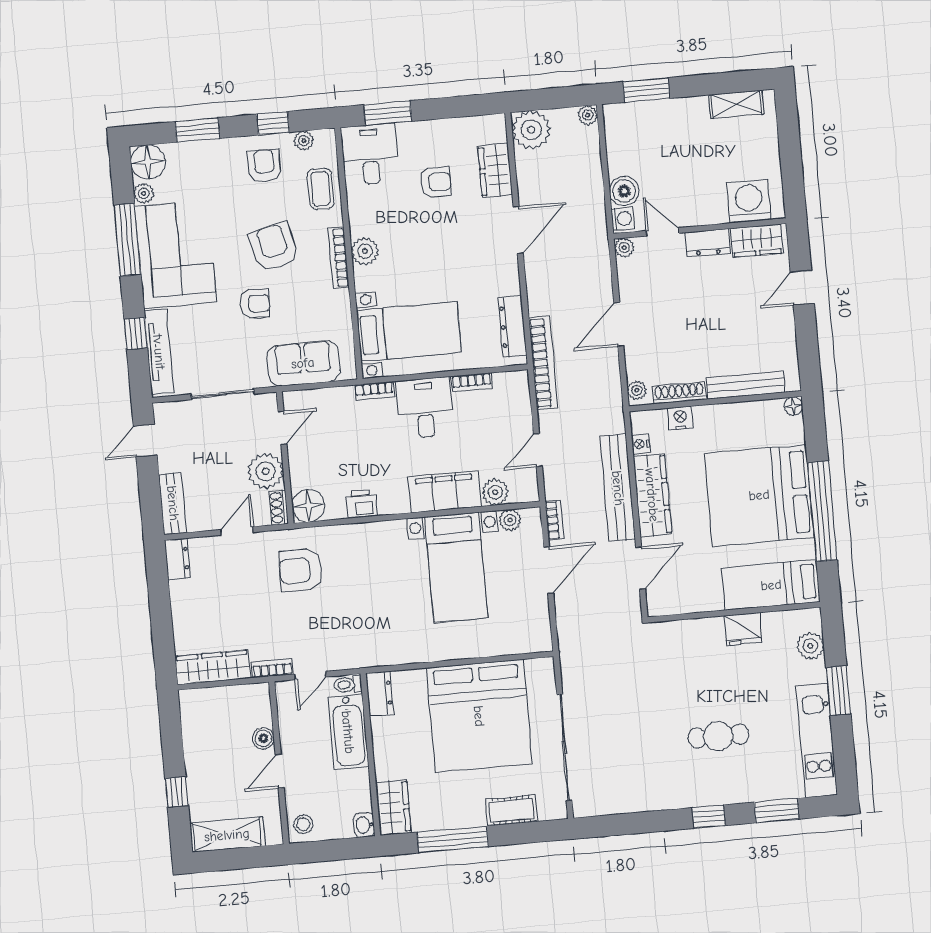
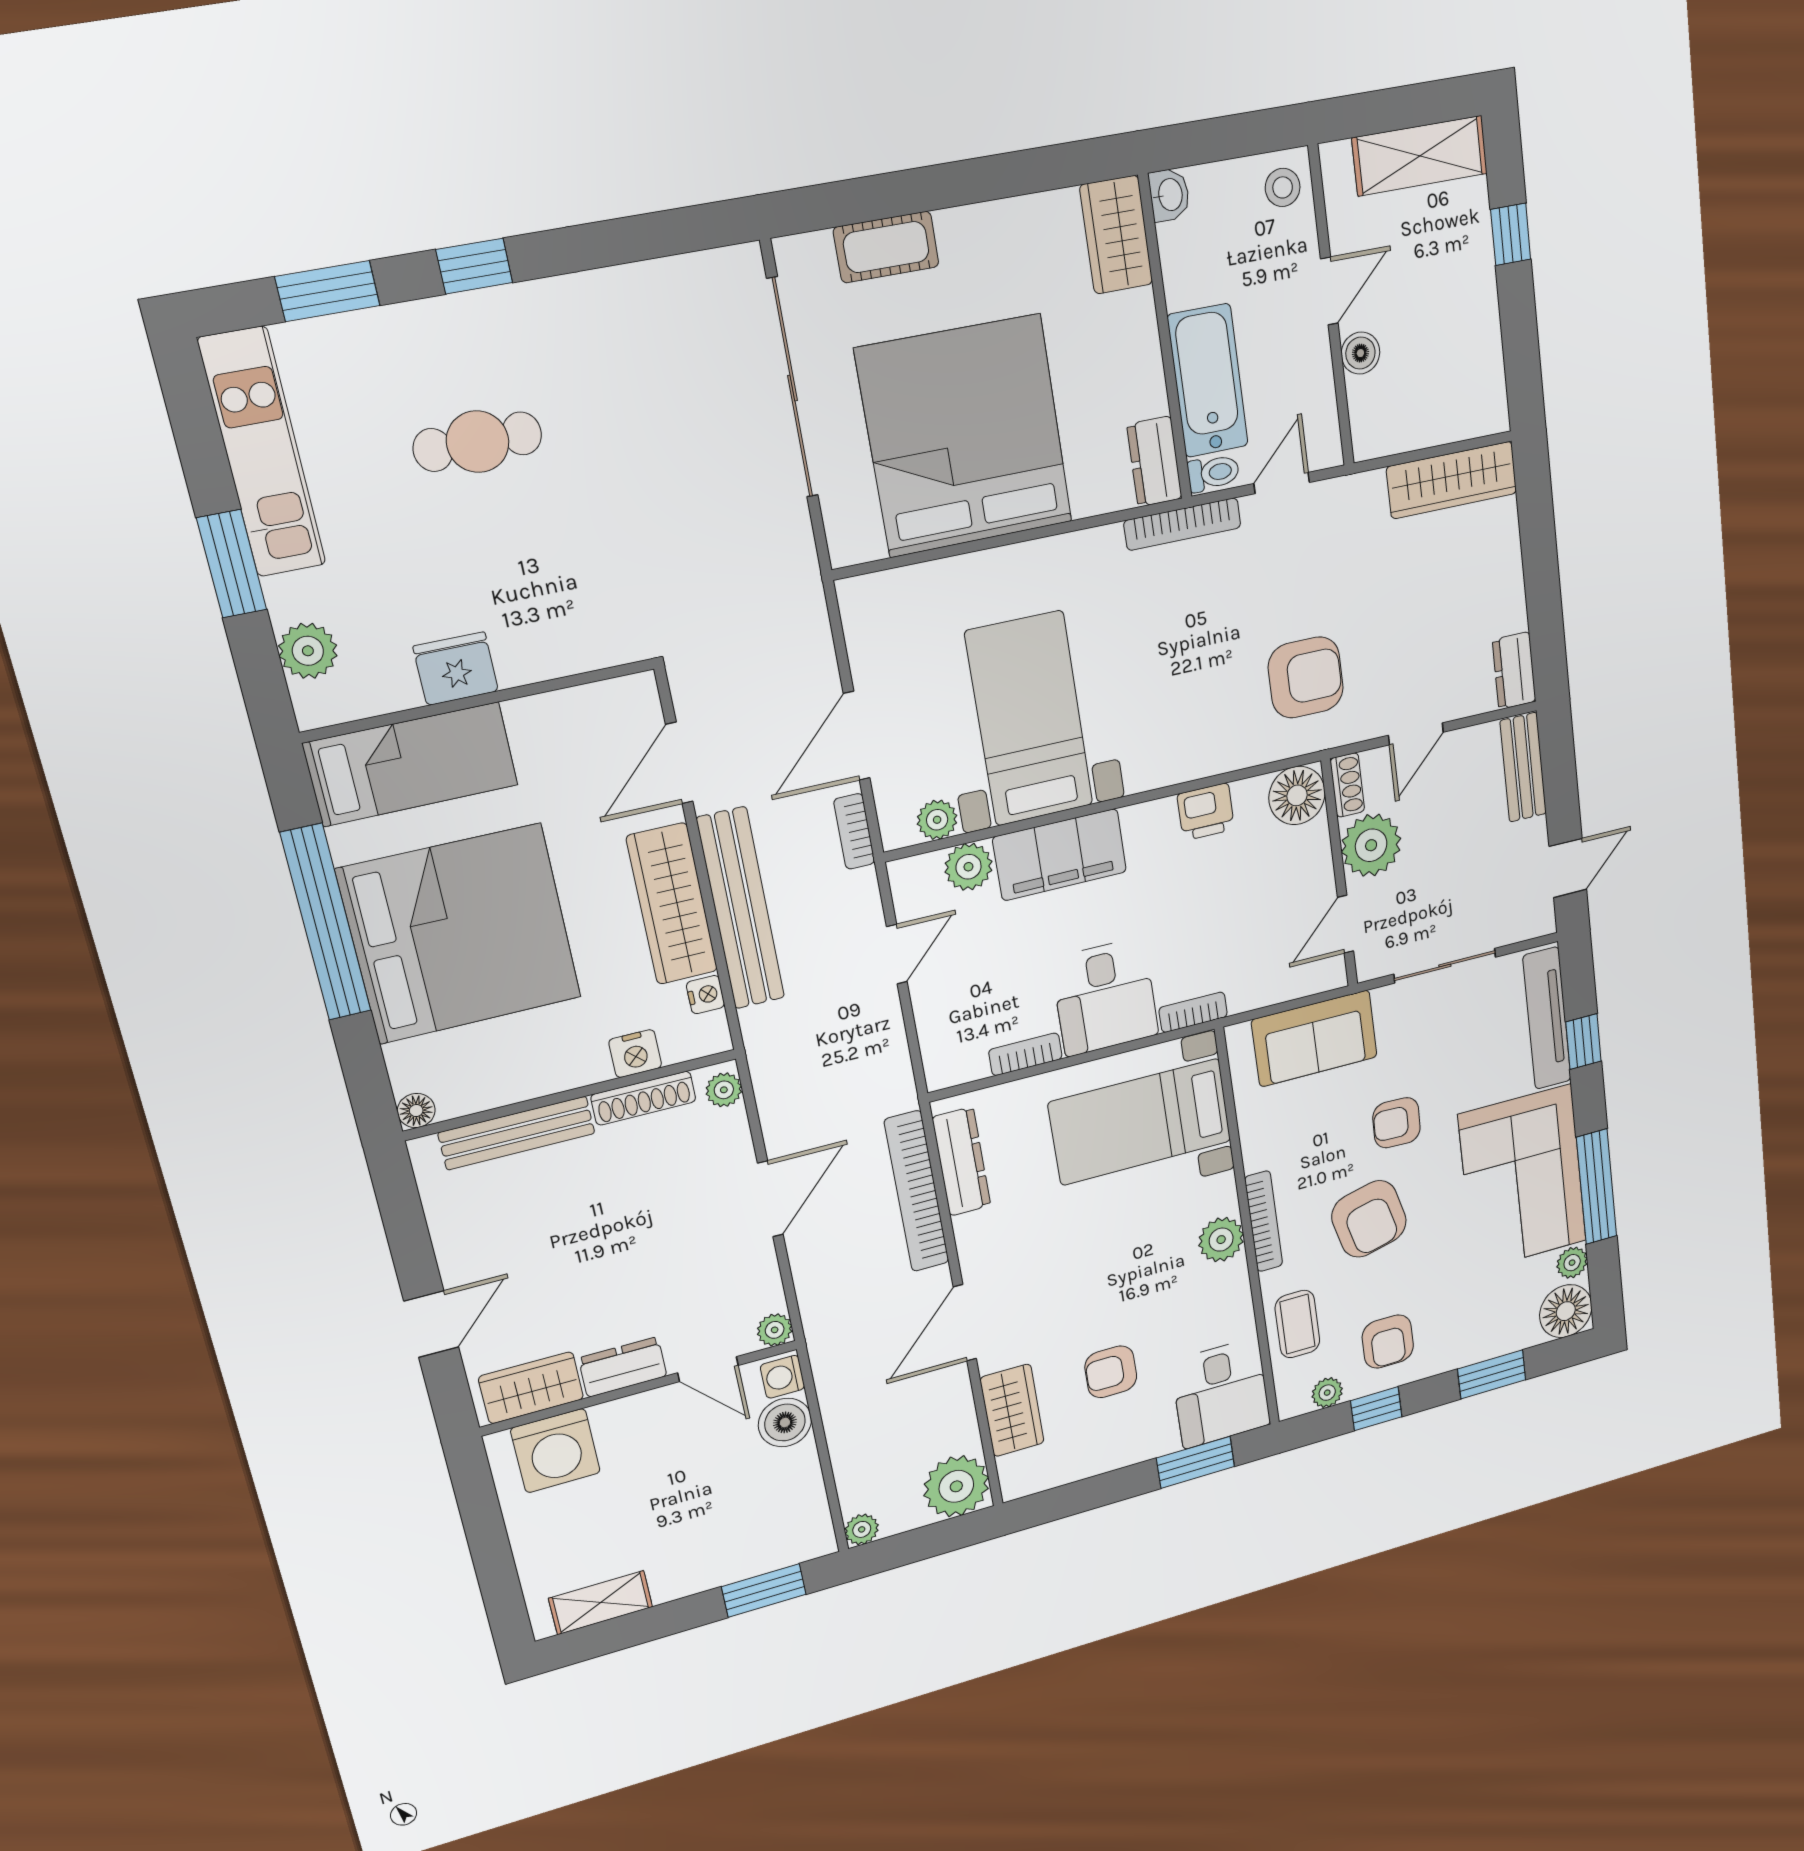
bookcase: (543, 363) -> (917, 1191), moved
bookcase: (272, 668) -> (1182, 524), moved, width x1.56
window: (453, 839) -> (997, 177), removed

